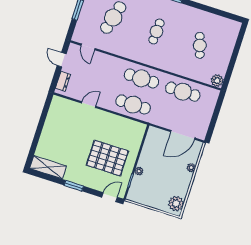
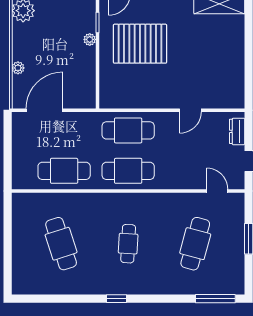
cafe table: (200, 45) -> (61, 244), width x1.37, depth x1.35
plant: (217, 81) -> (21, 202), removed

